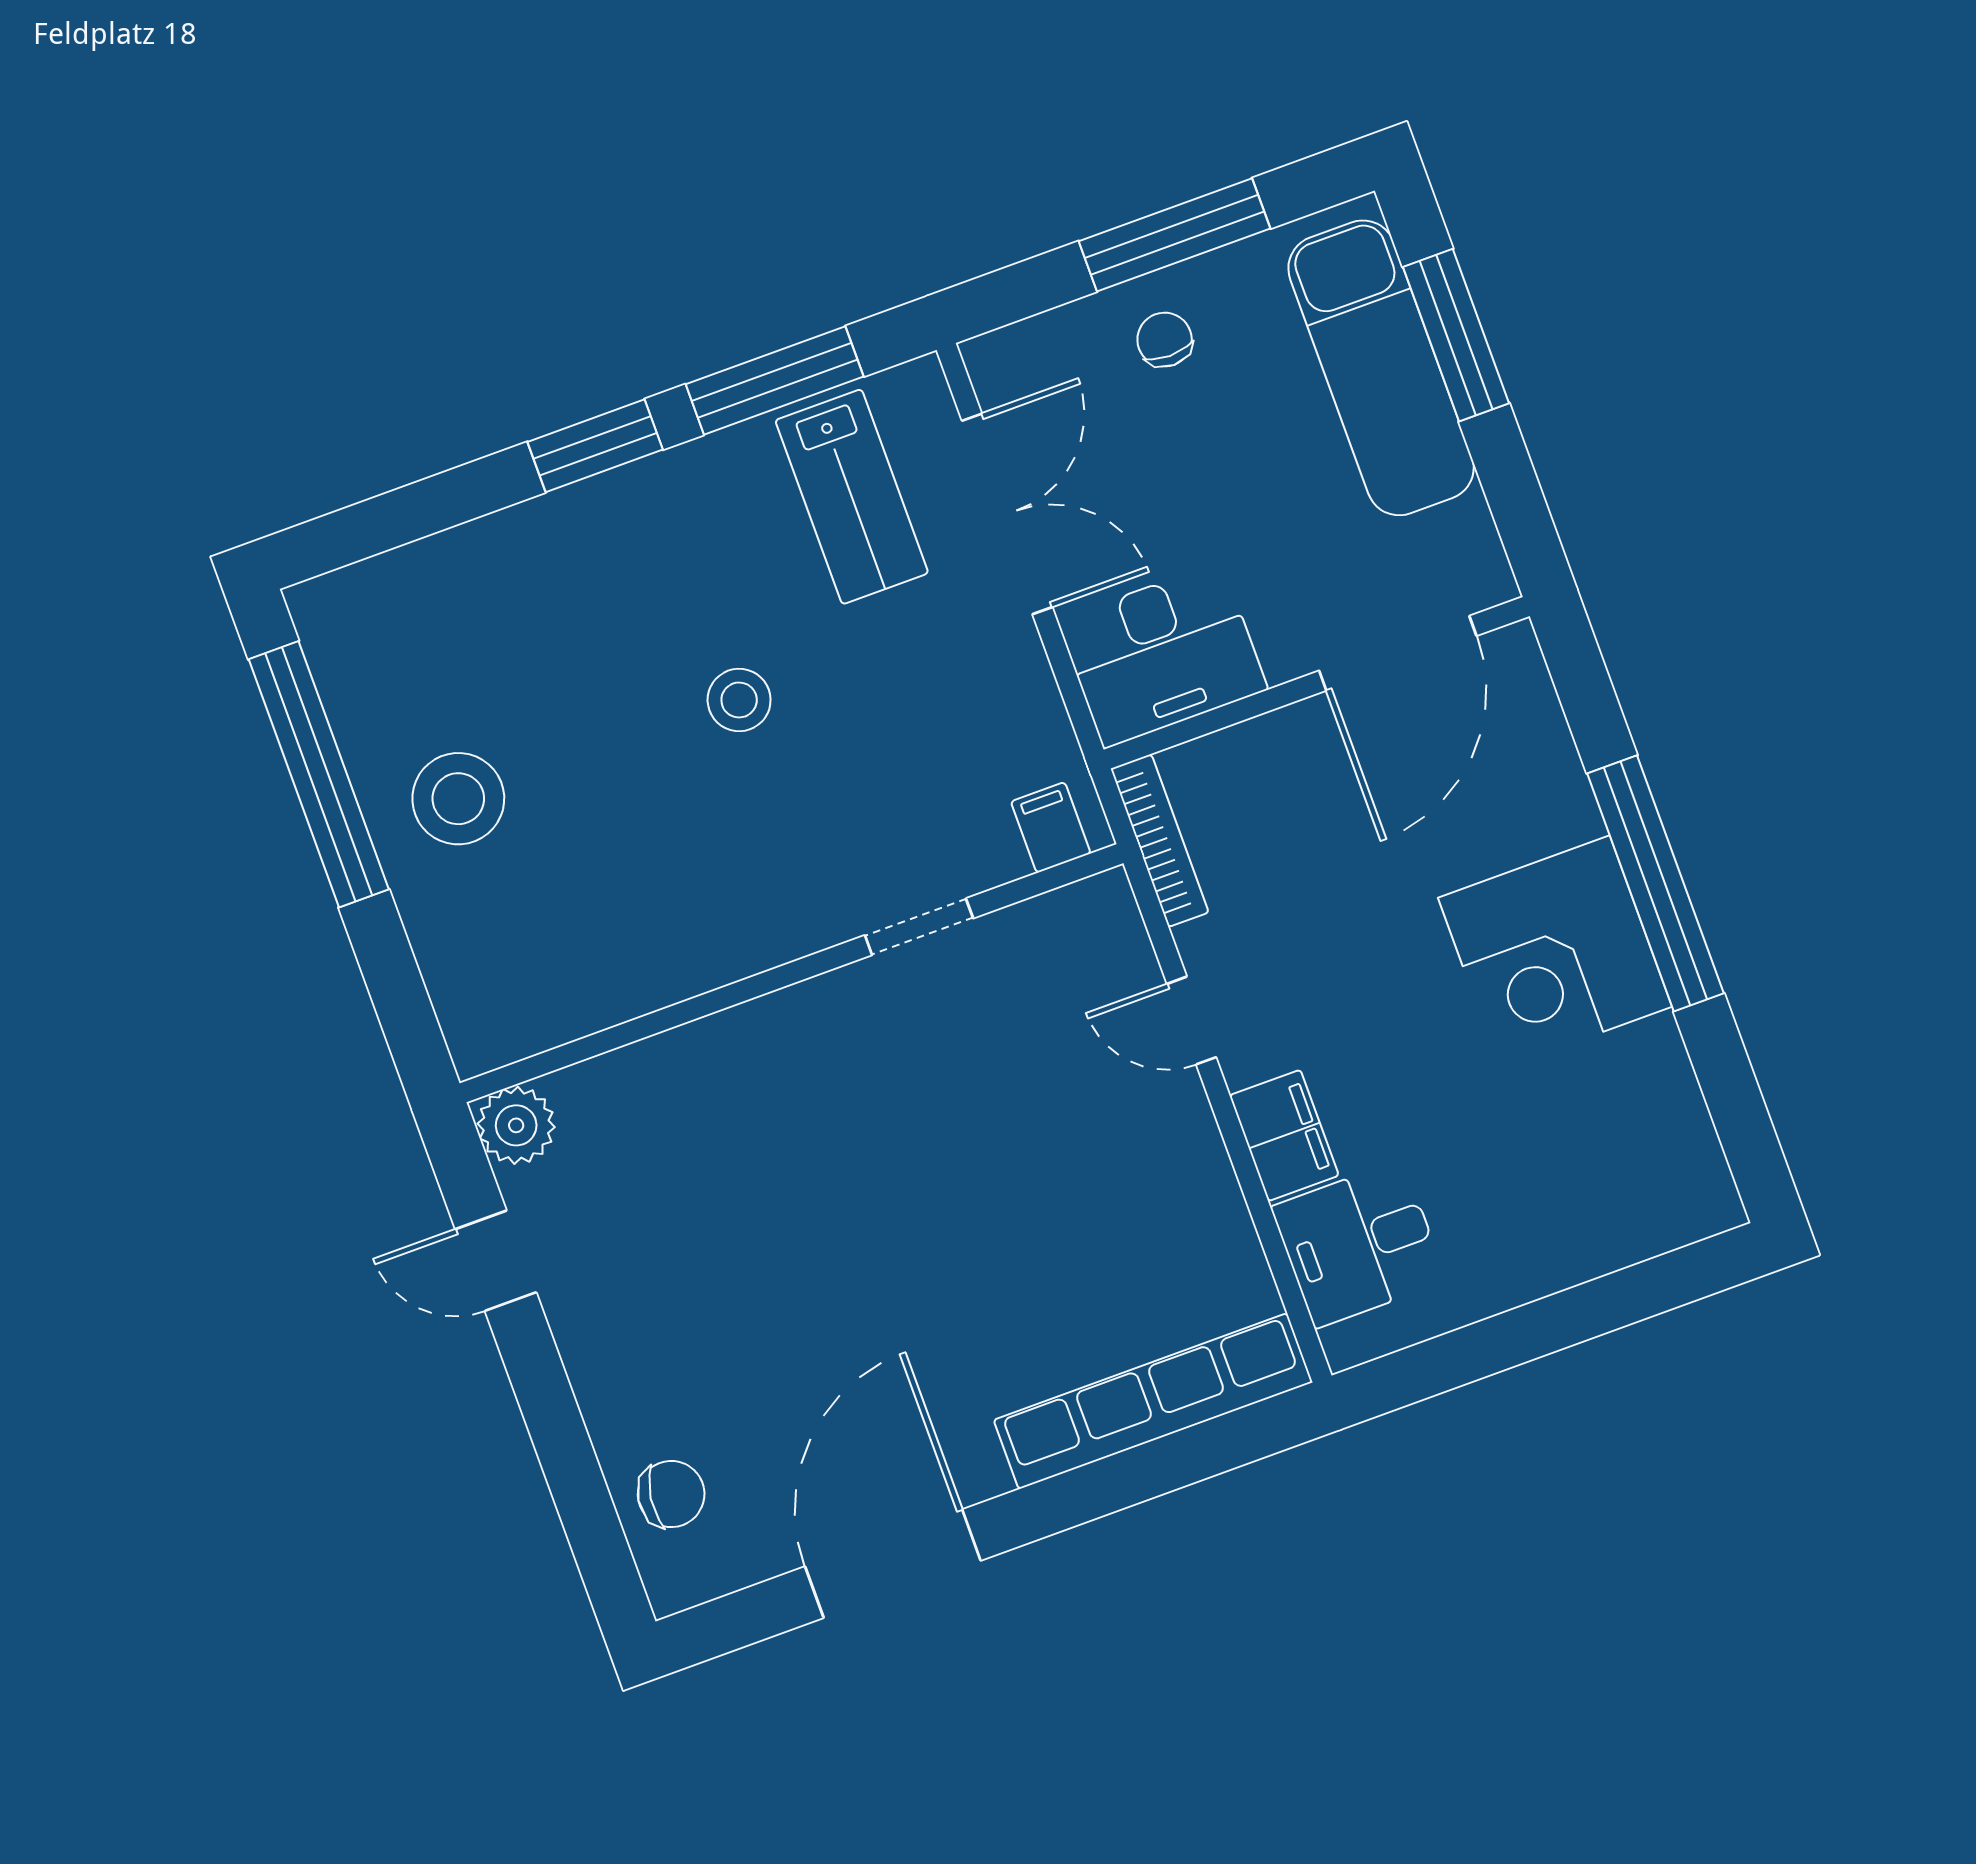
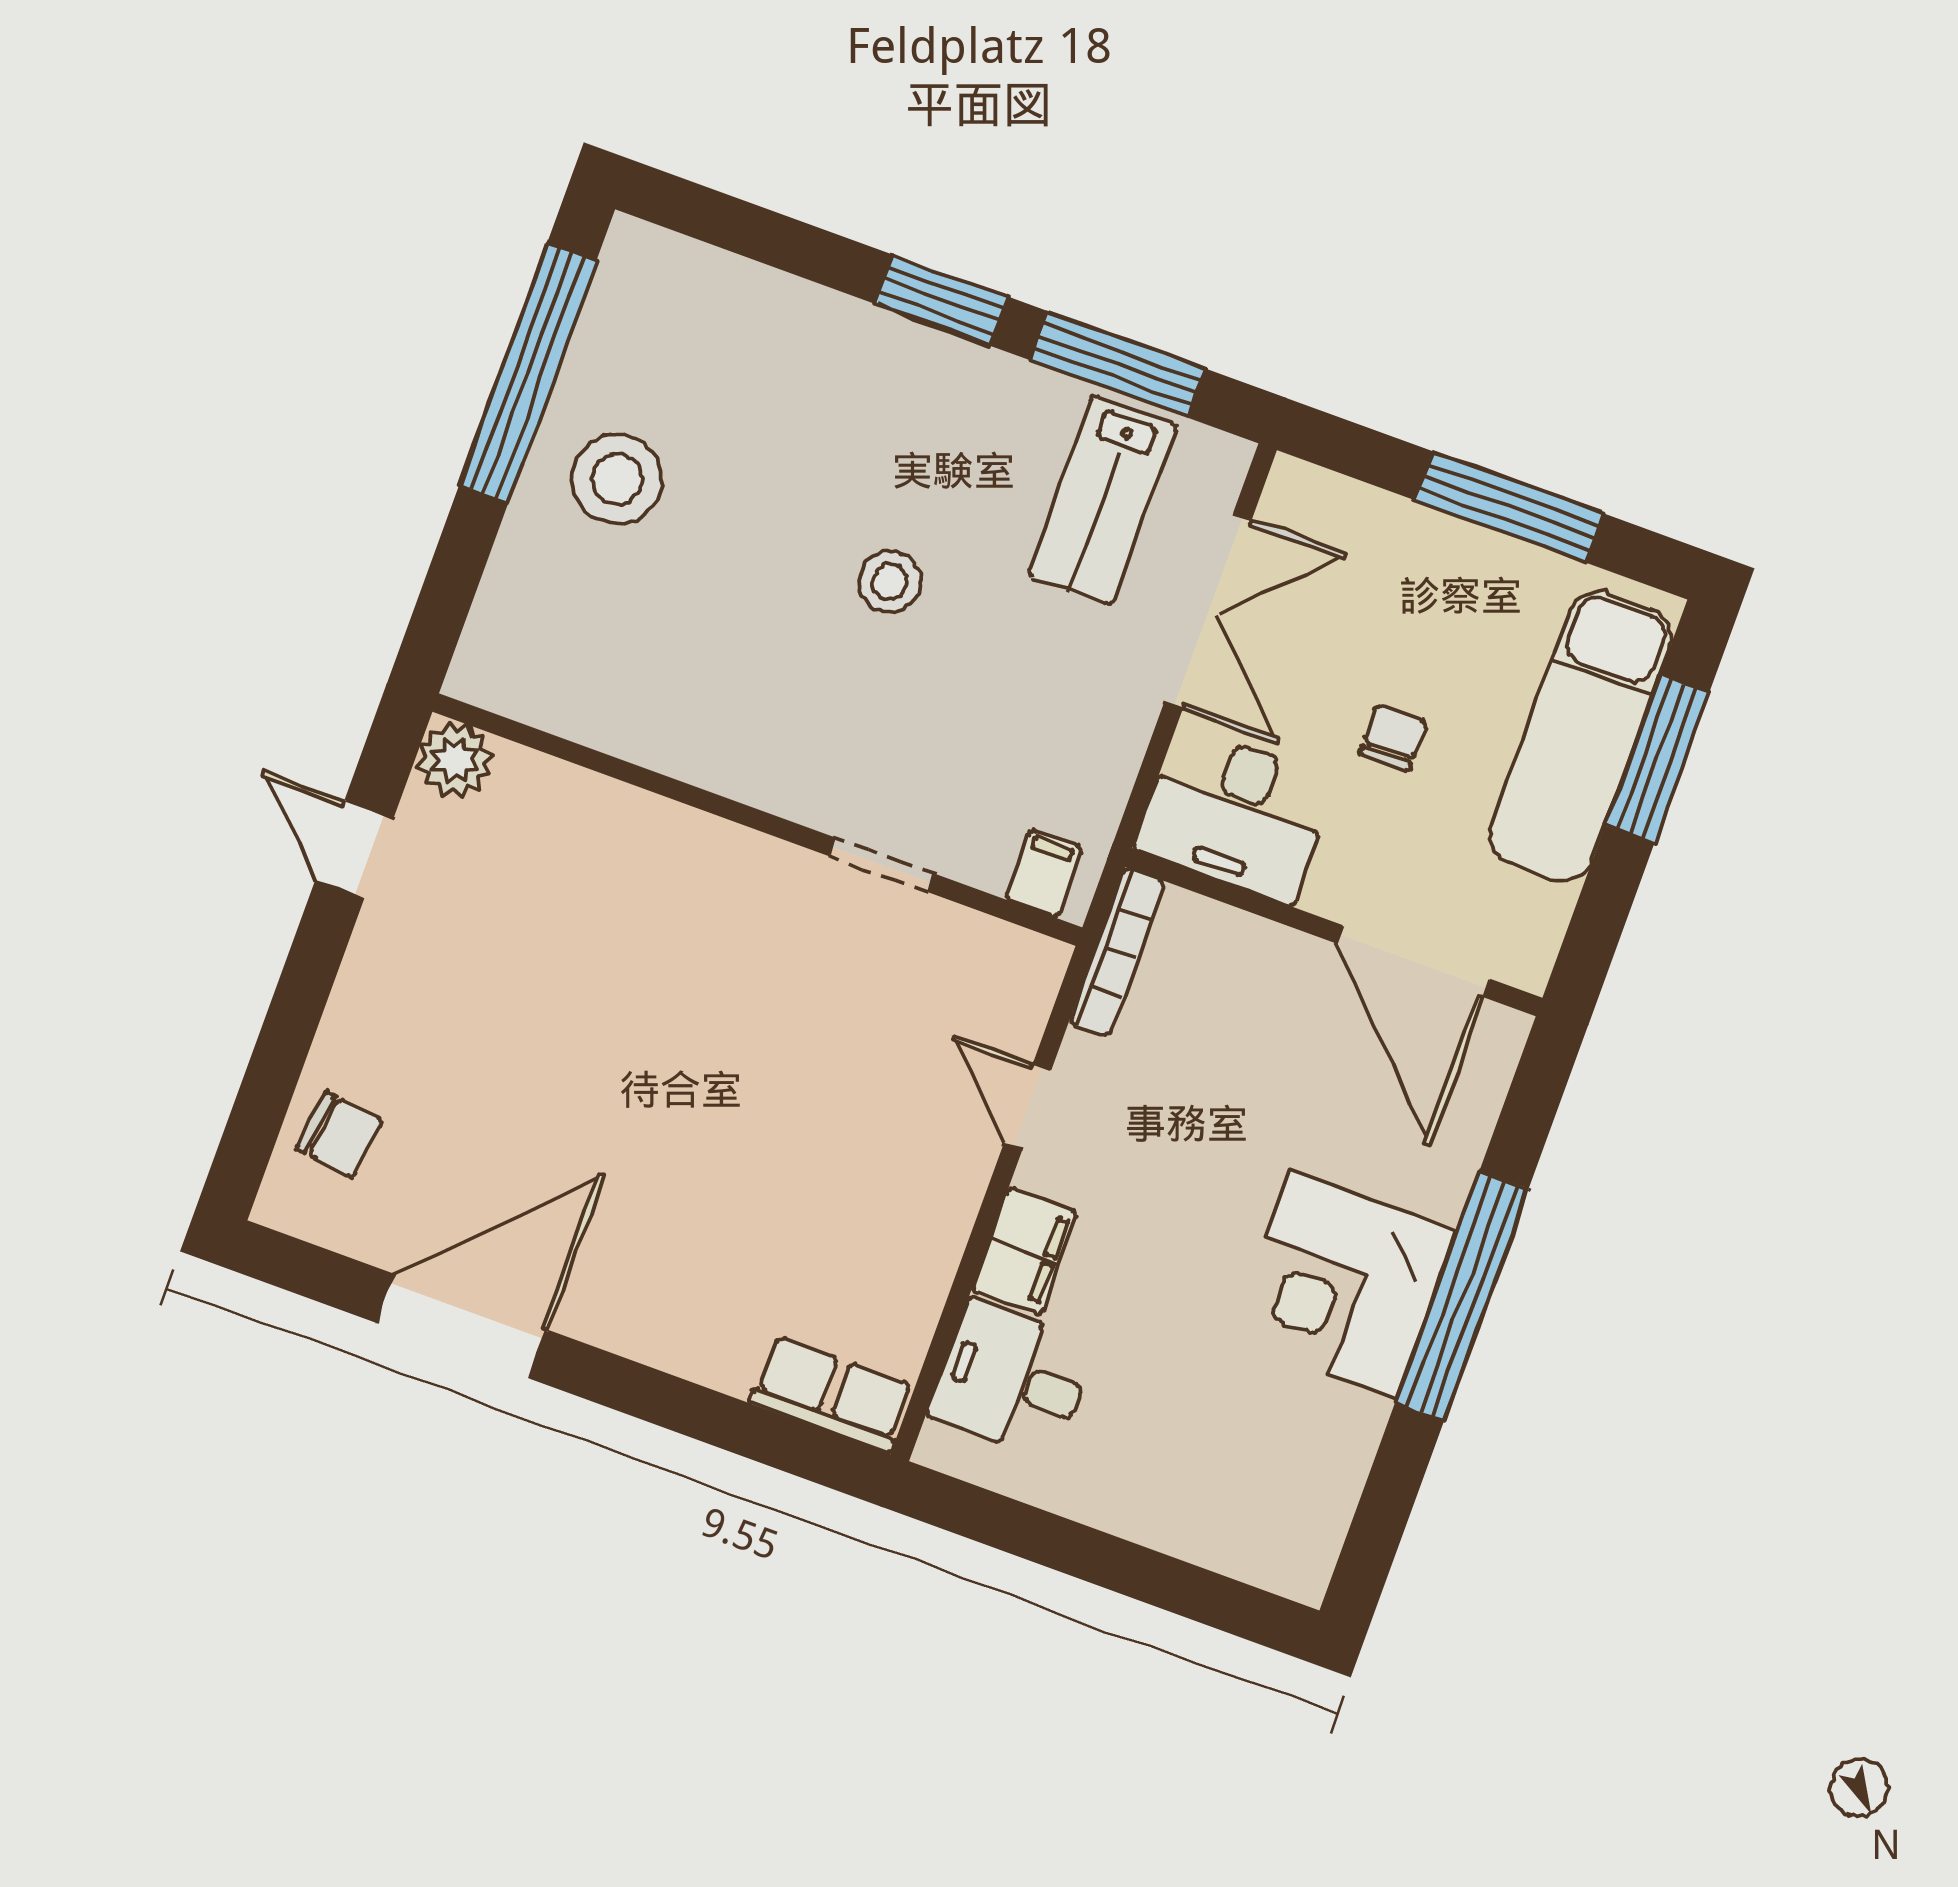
chair: (1165, 340) -> (1393, 737), moved
door: (1398, 653) -> (1413, 961), hinge flipped
row of seats: (1153, 1401) -> (832, 1394), width x0.50

